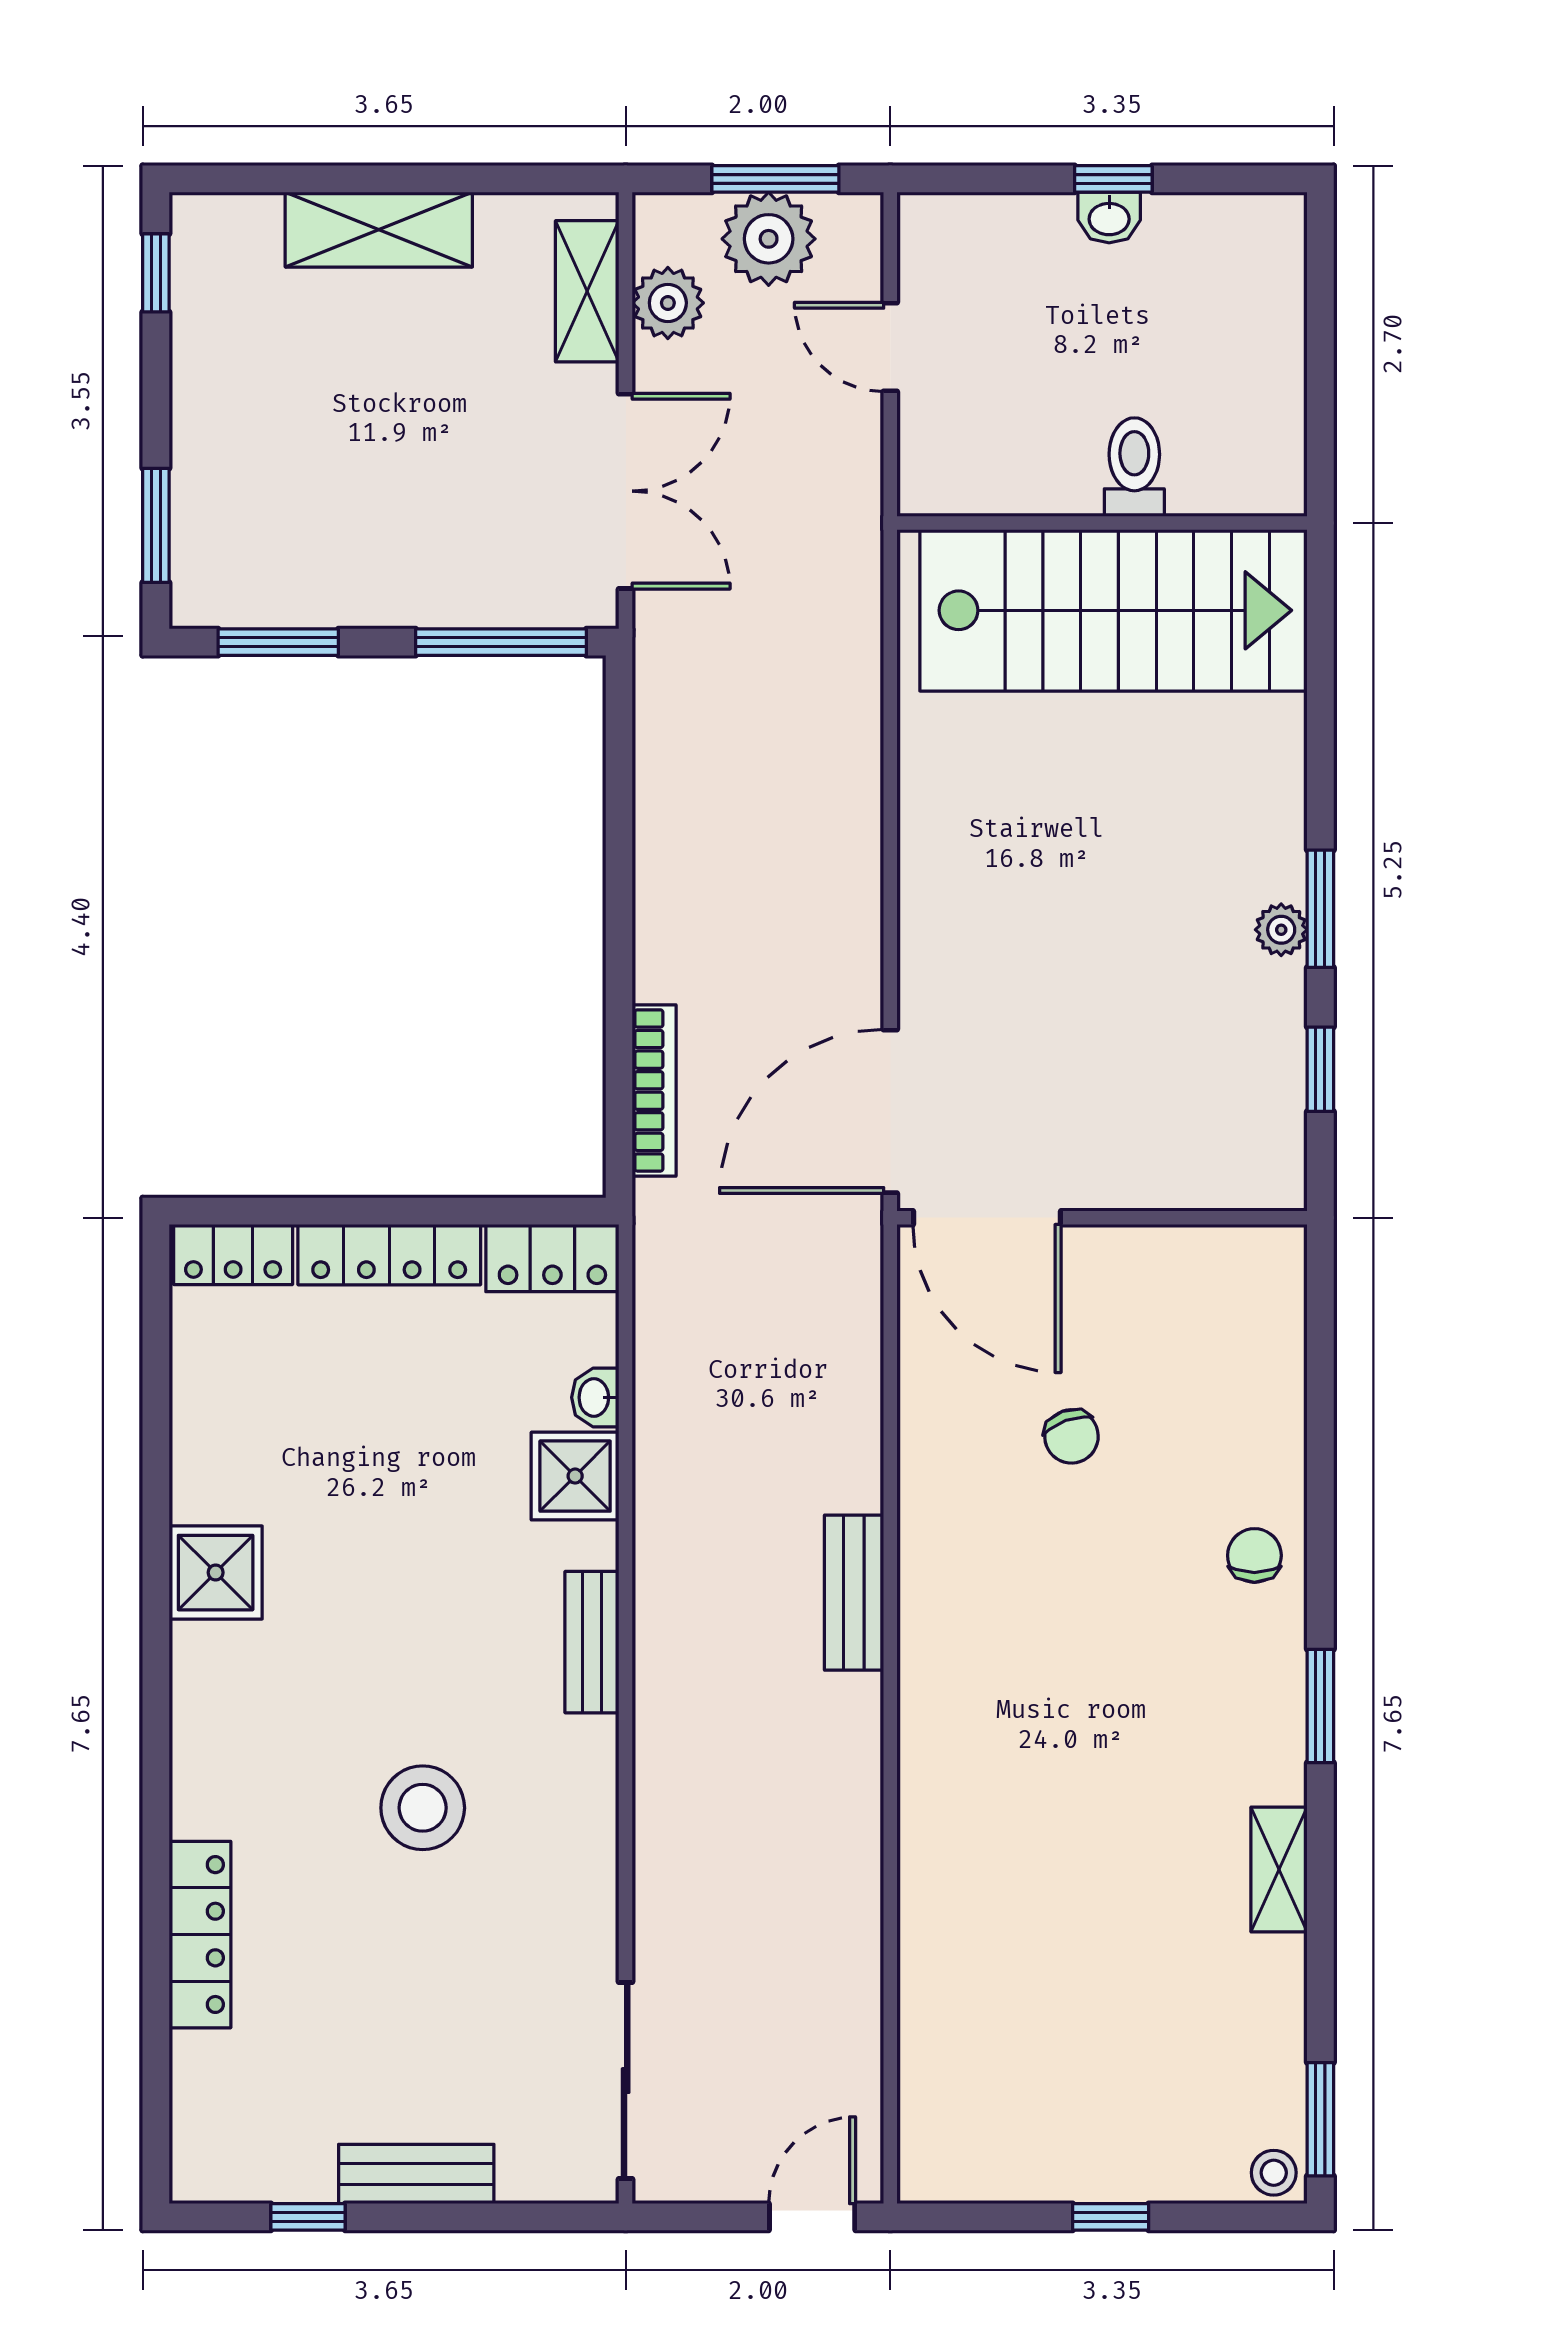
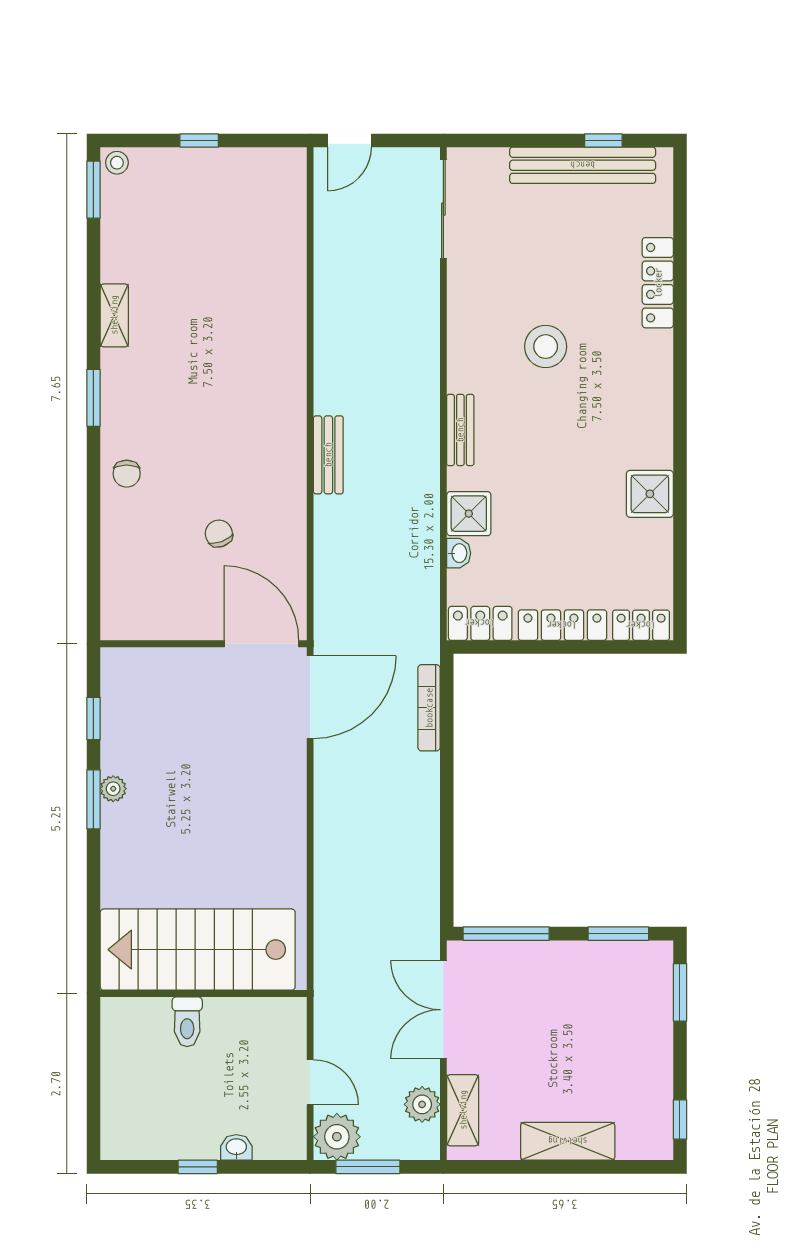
washbasin: (1109, 218) -> (236, 1147), moved
plant: (769, 239) -> (337, 1137), moved
shower: (216, 1573) -> (650, 494), moved
bench: (416, 2174) -> (583, 165), width x1.86, depth x1.21

